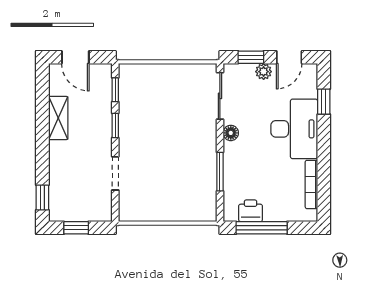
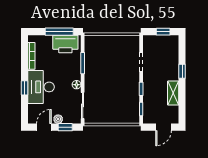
door: (75, 57) -> (164, 127), swing flipped
window: (324, 102) -> (24, 88), moved
window: (42, 197) -> (182, 71), moved
printer: (251, 211) -> (65, 44), width x1.87, depth x1.48

